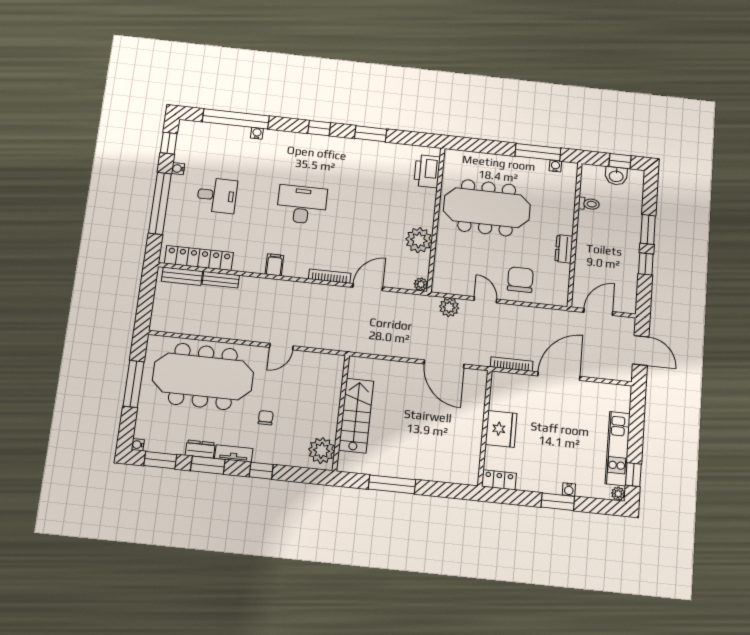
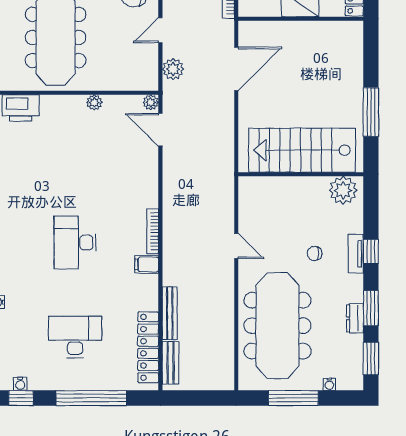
water cooler: (178, 169) -> (20, 384), moved
desk: (217, 195) -> (75, 337), width x1.37
plant: (419, 240) -> (94, 102), width x0.53, depth x0.53
bookcase: (330, 276) -> (153, 231), moved
bench: (221, 280) -> (170, 313), width x1.36
door: (368, 287) -> (160, 130), moved
stairs: (356, 416) -> (302, 150), width x1.36, depth x1.51
water cooler: (138, 445) -> (329, 384), moved
tv unit: (234, 453) -> (356, 254), moved

